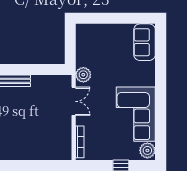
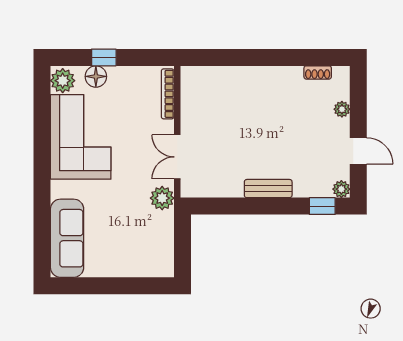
sofa: (145, 42) -> (67, 238), width x1.36
floor lamp: (126, 153) -> (96, 76), added

